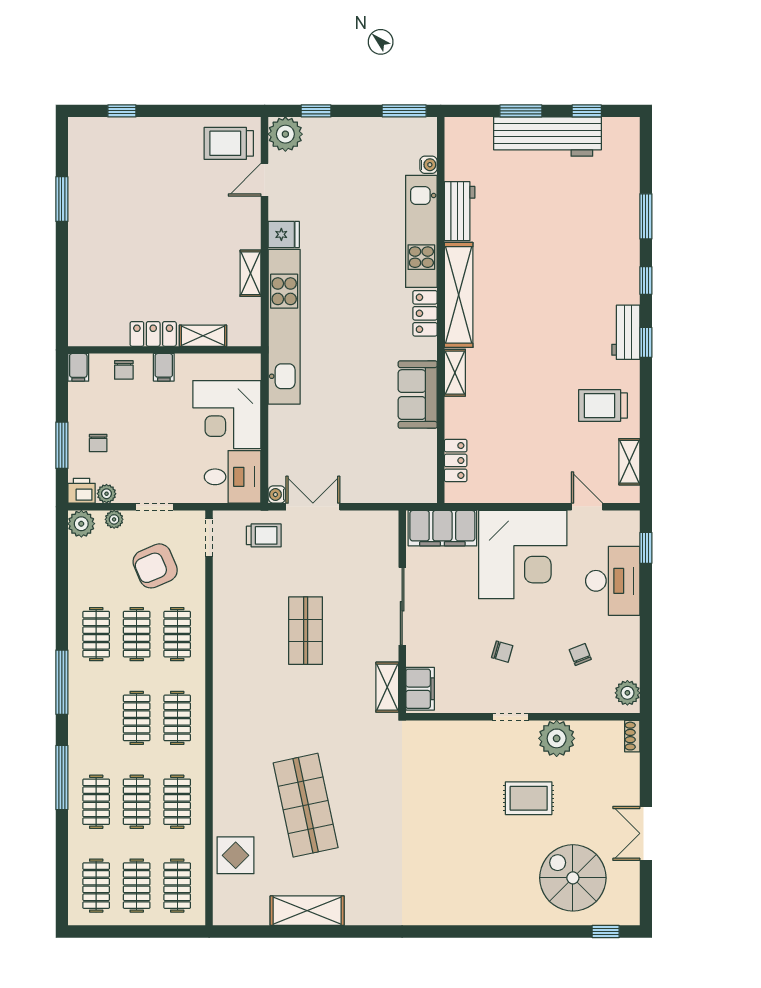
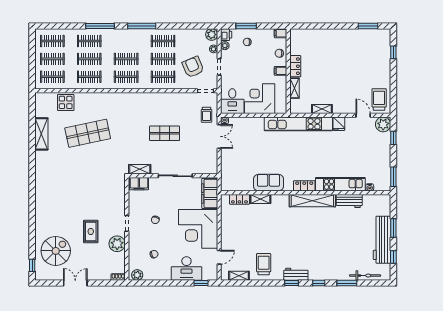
bicycle: (629, 175) -> (365, 276), added
window: (62, 199) -> (368, 26), moved
shelving: (455, 373) -> (260, 199), moved

